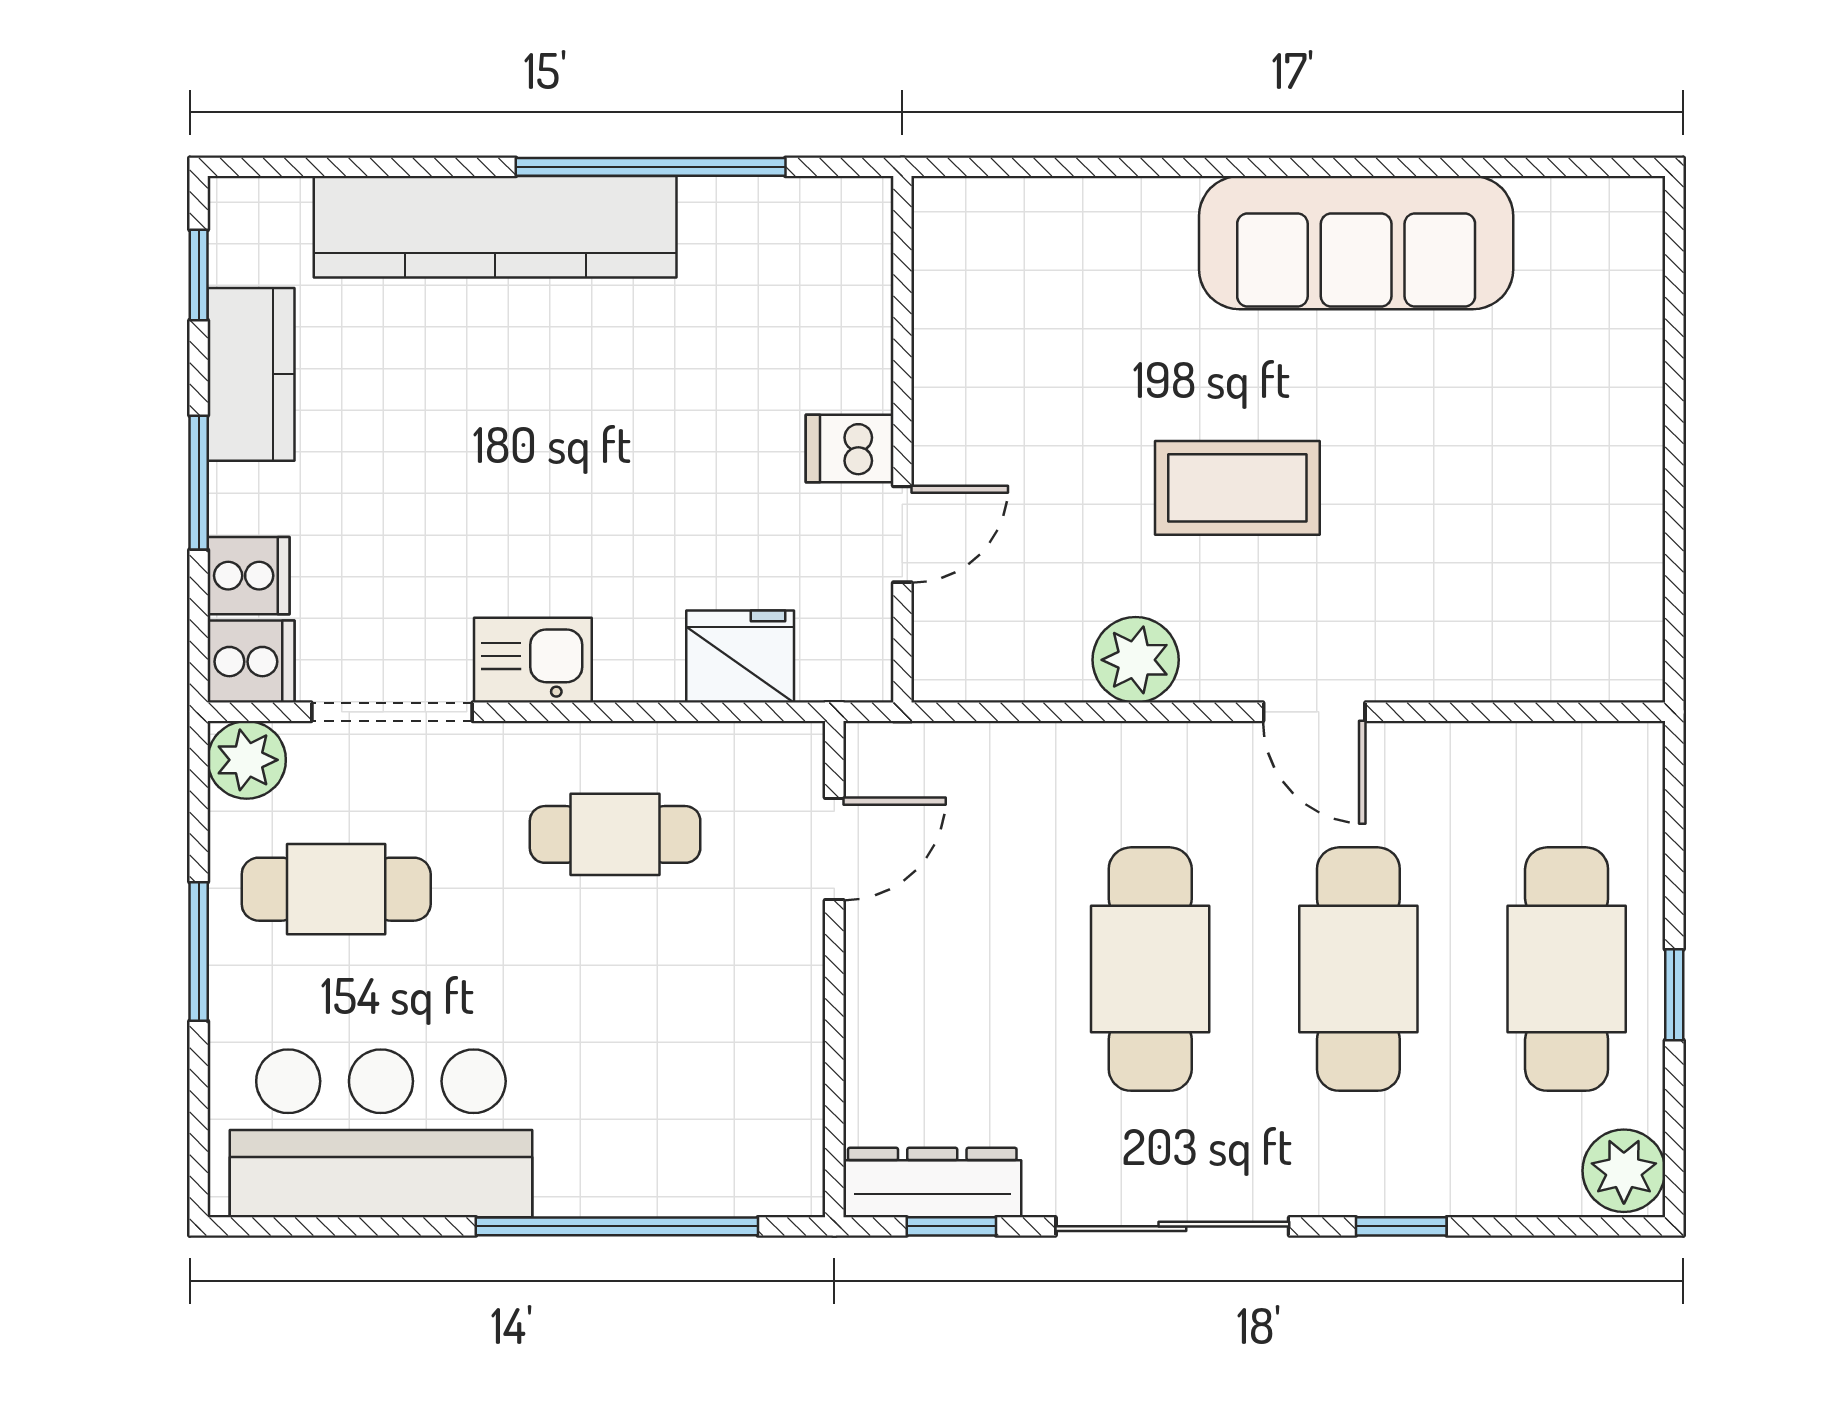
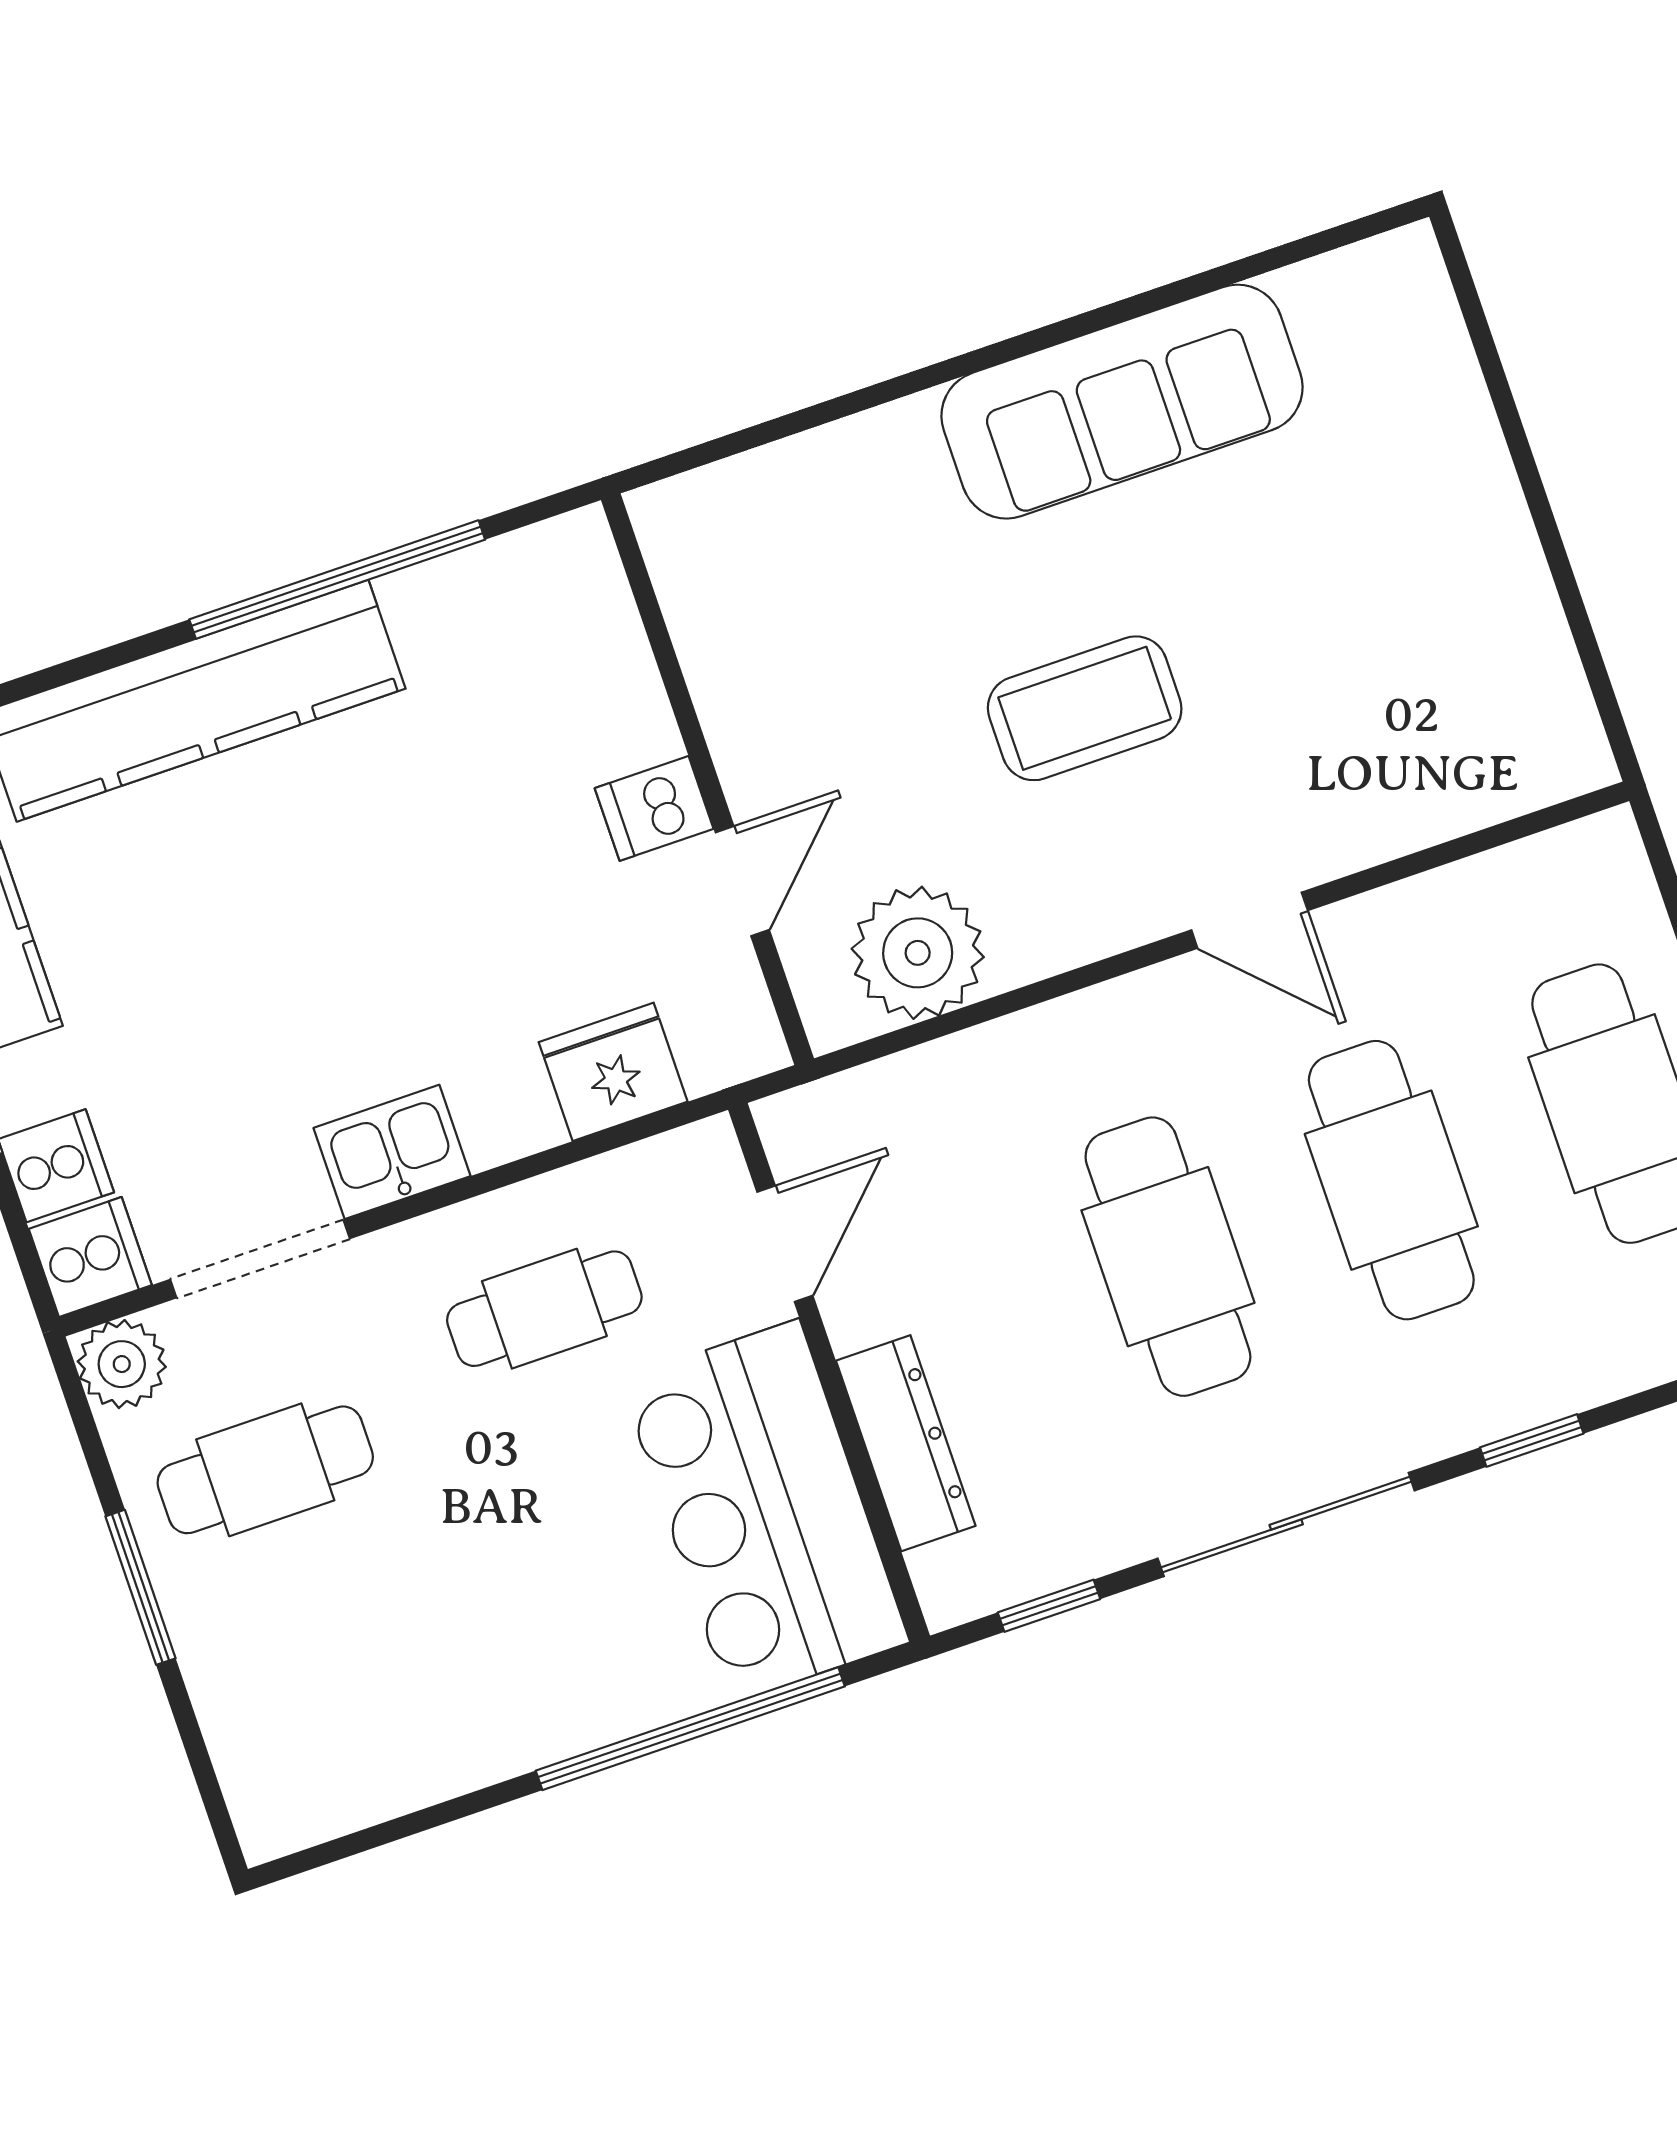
plant: (1136, 660) -> (918, 953), moved, width x1.36, depth x1.36
bar counter: (381, 1133) -> (765, 1511), moved, turned -90
dresser: (932, 1183) -> (906, 1443), moved, turned 90

